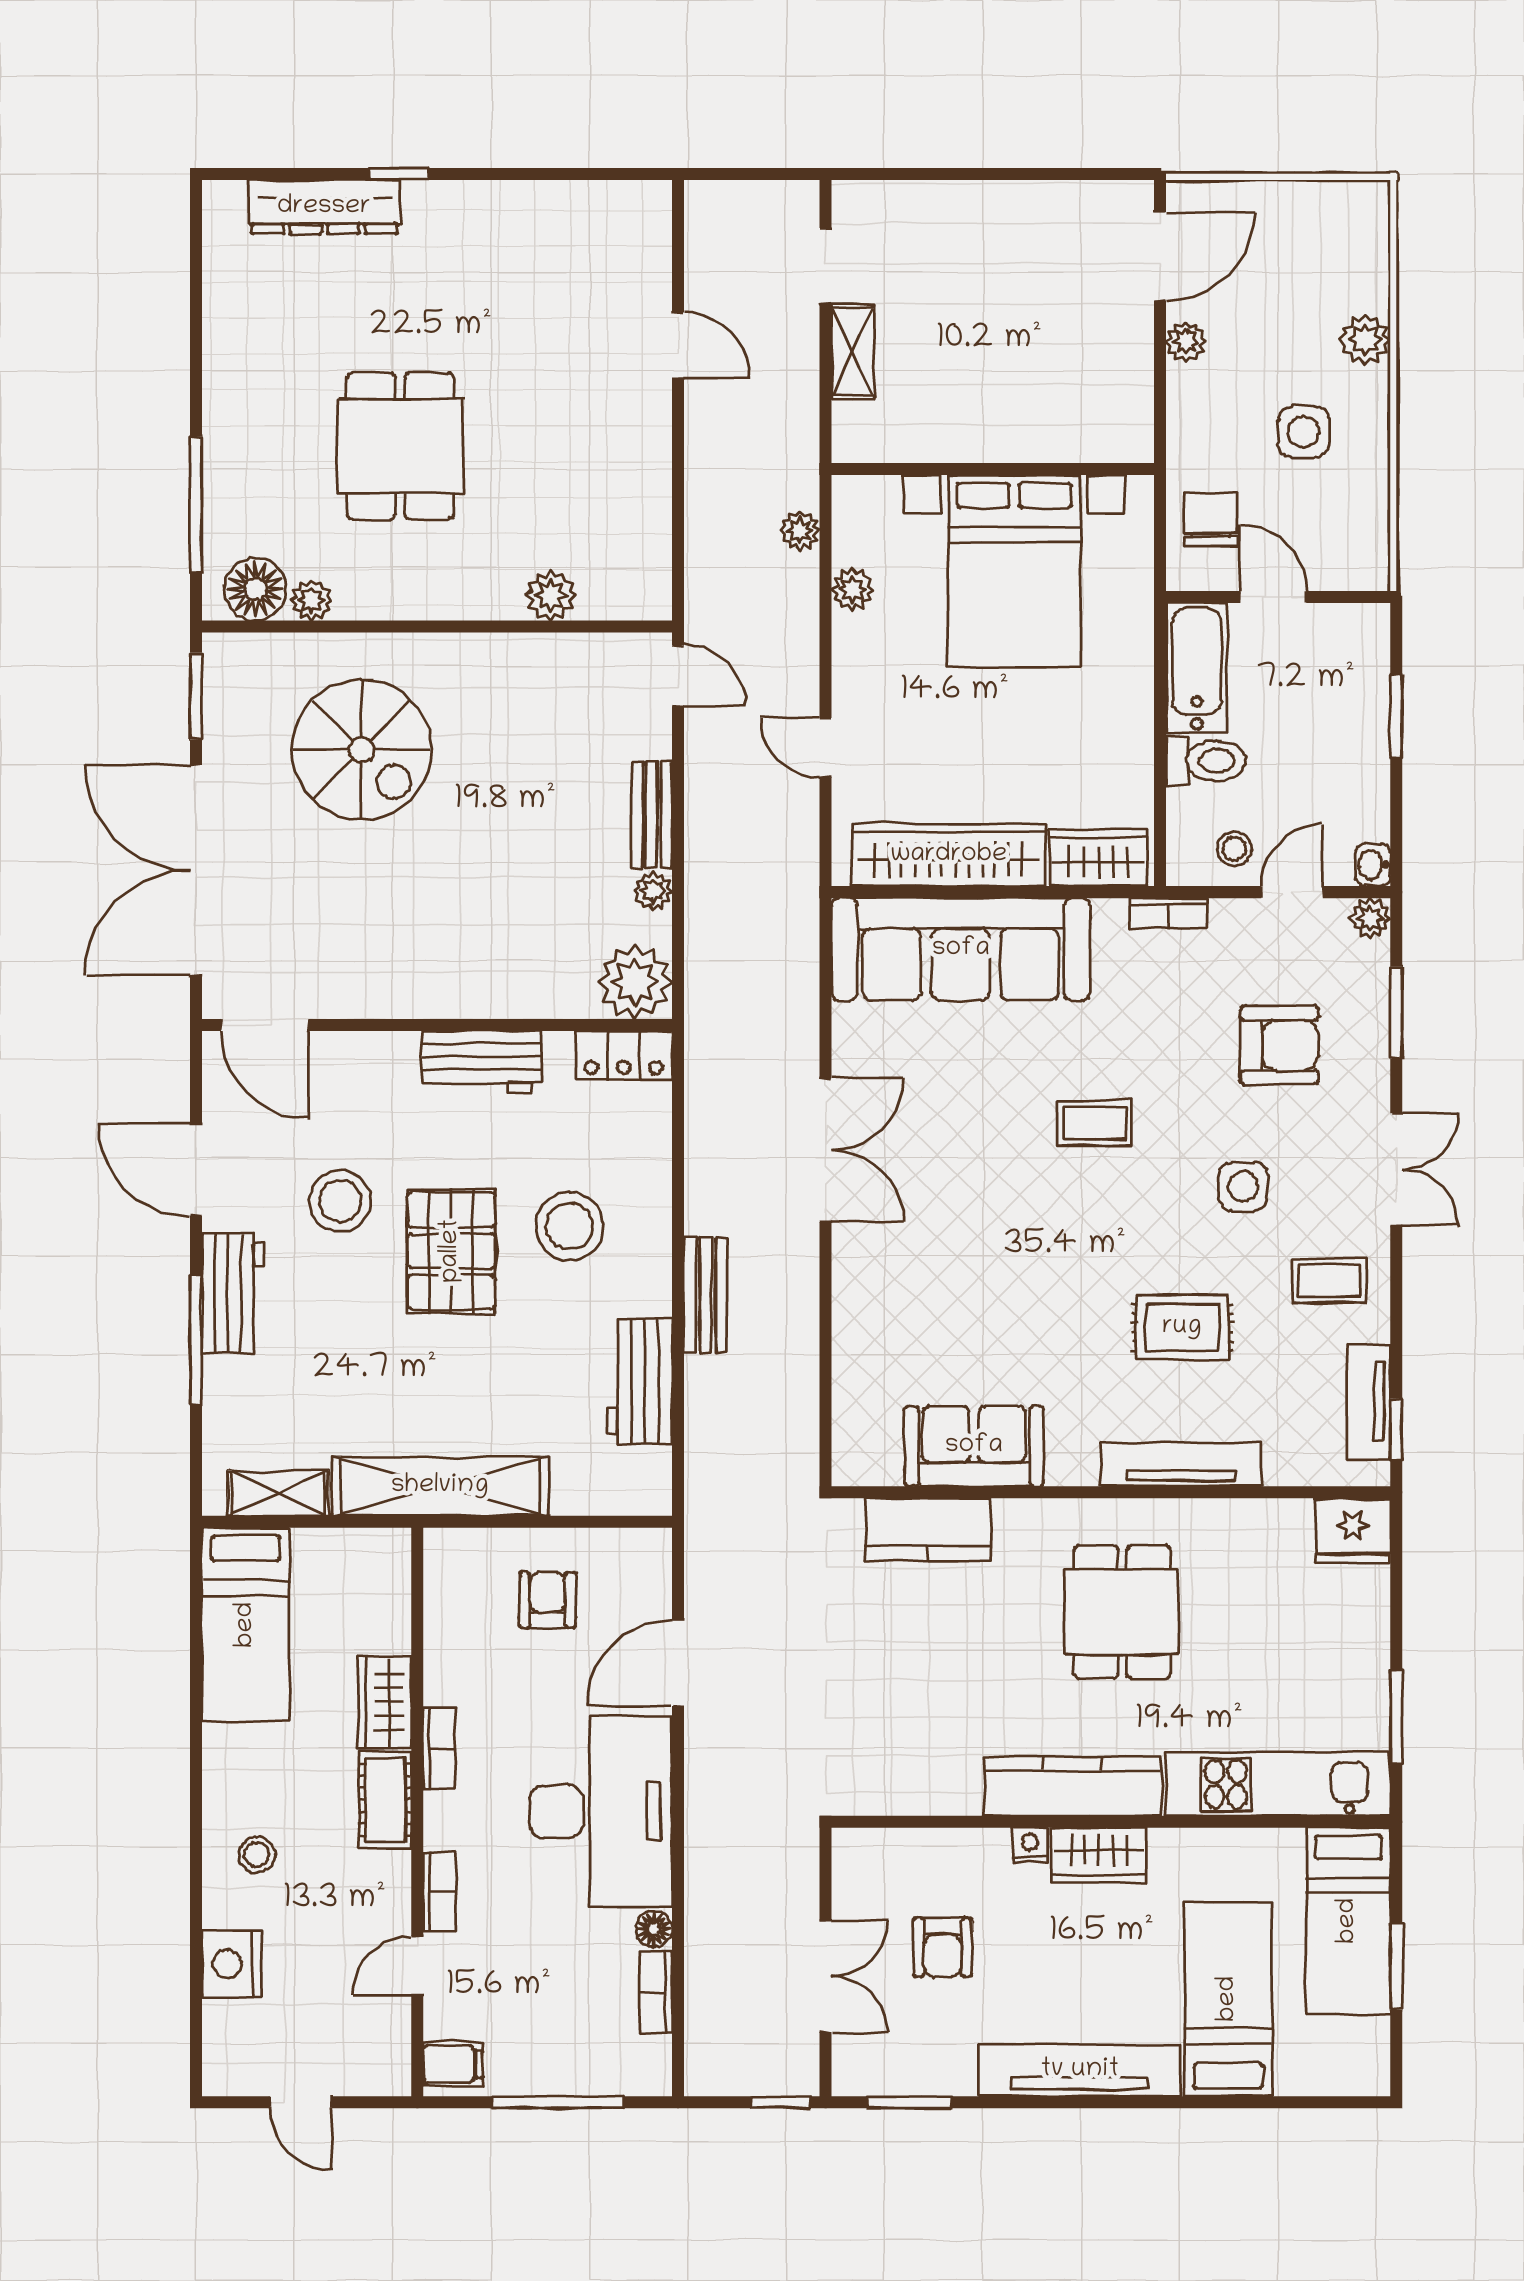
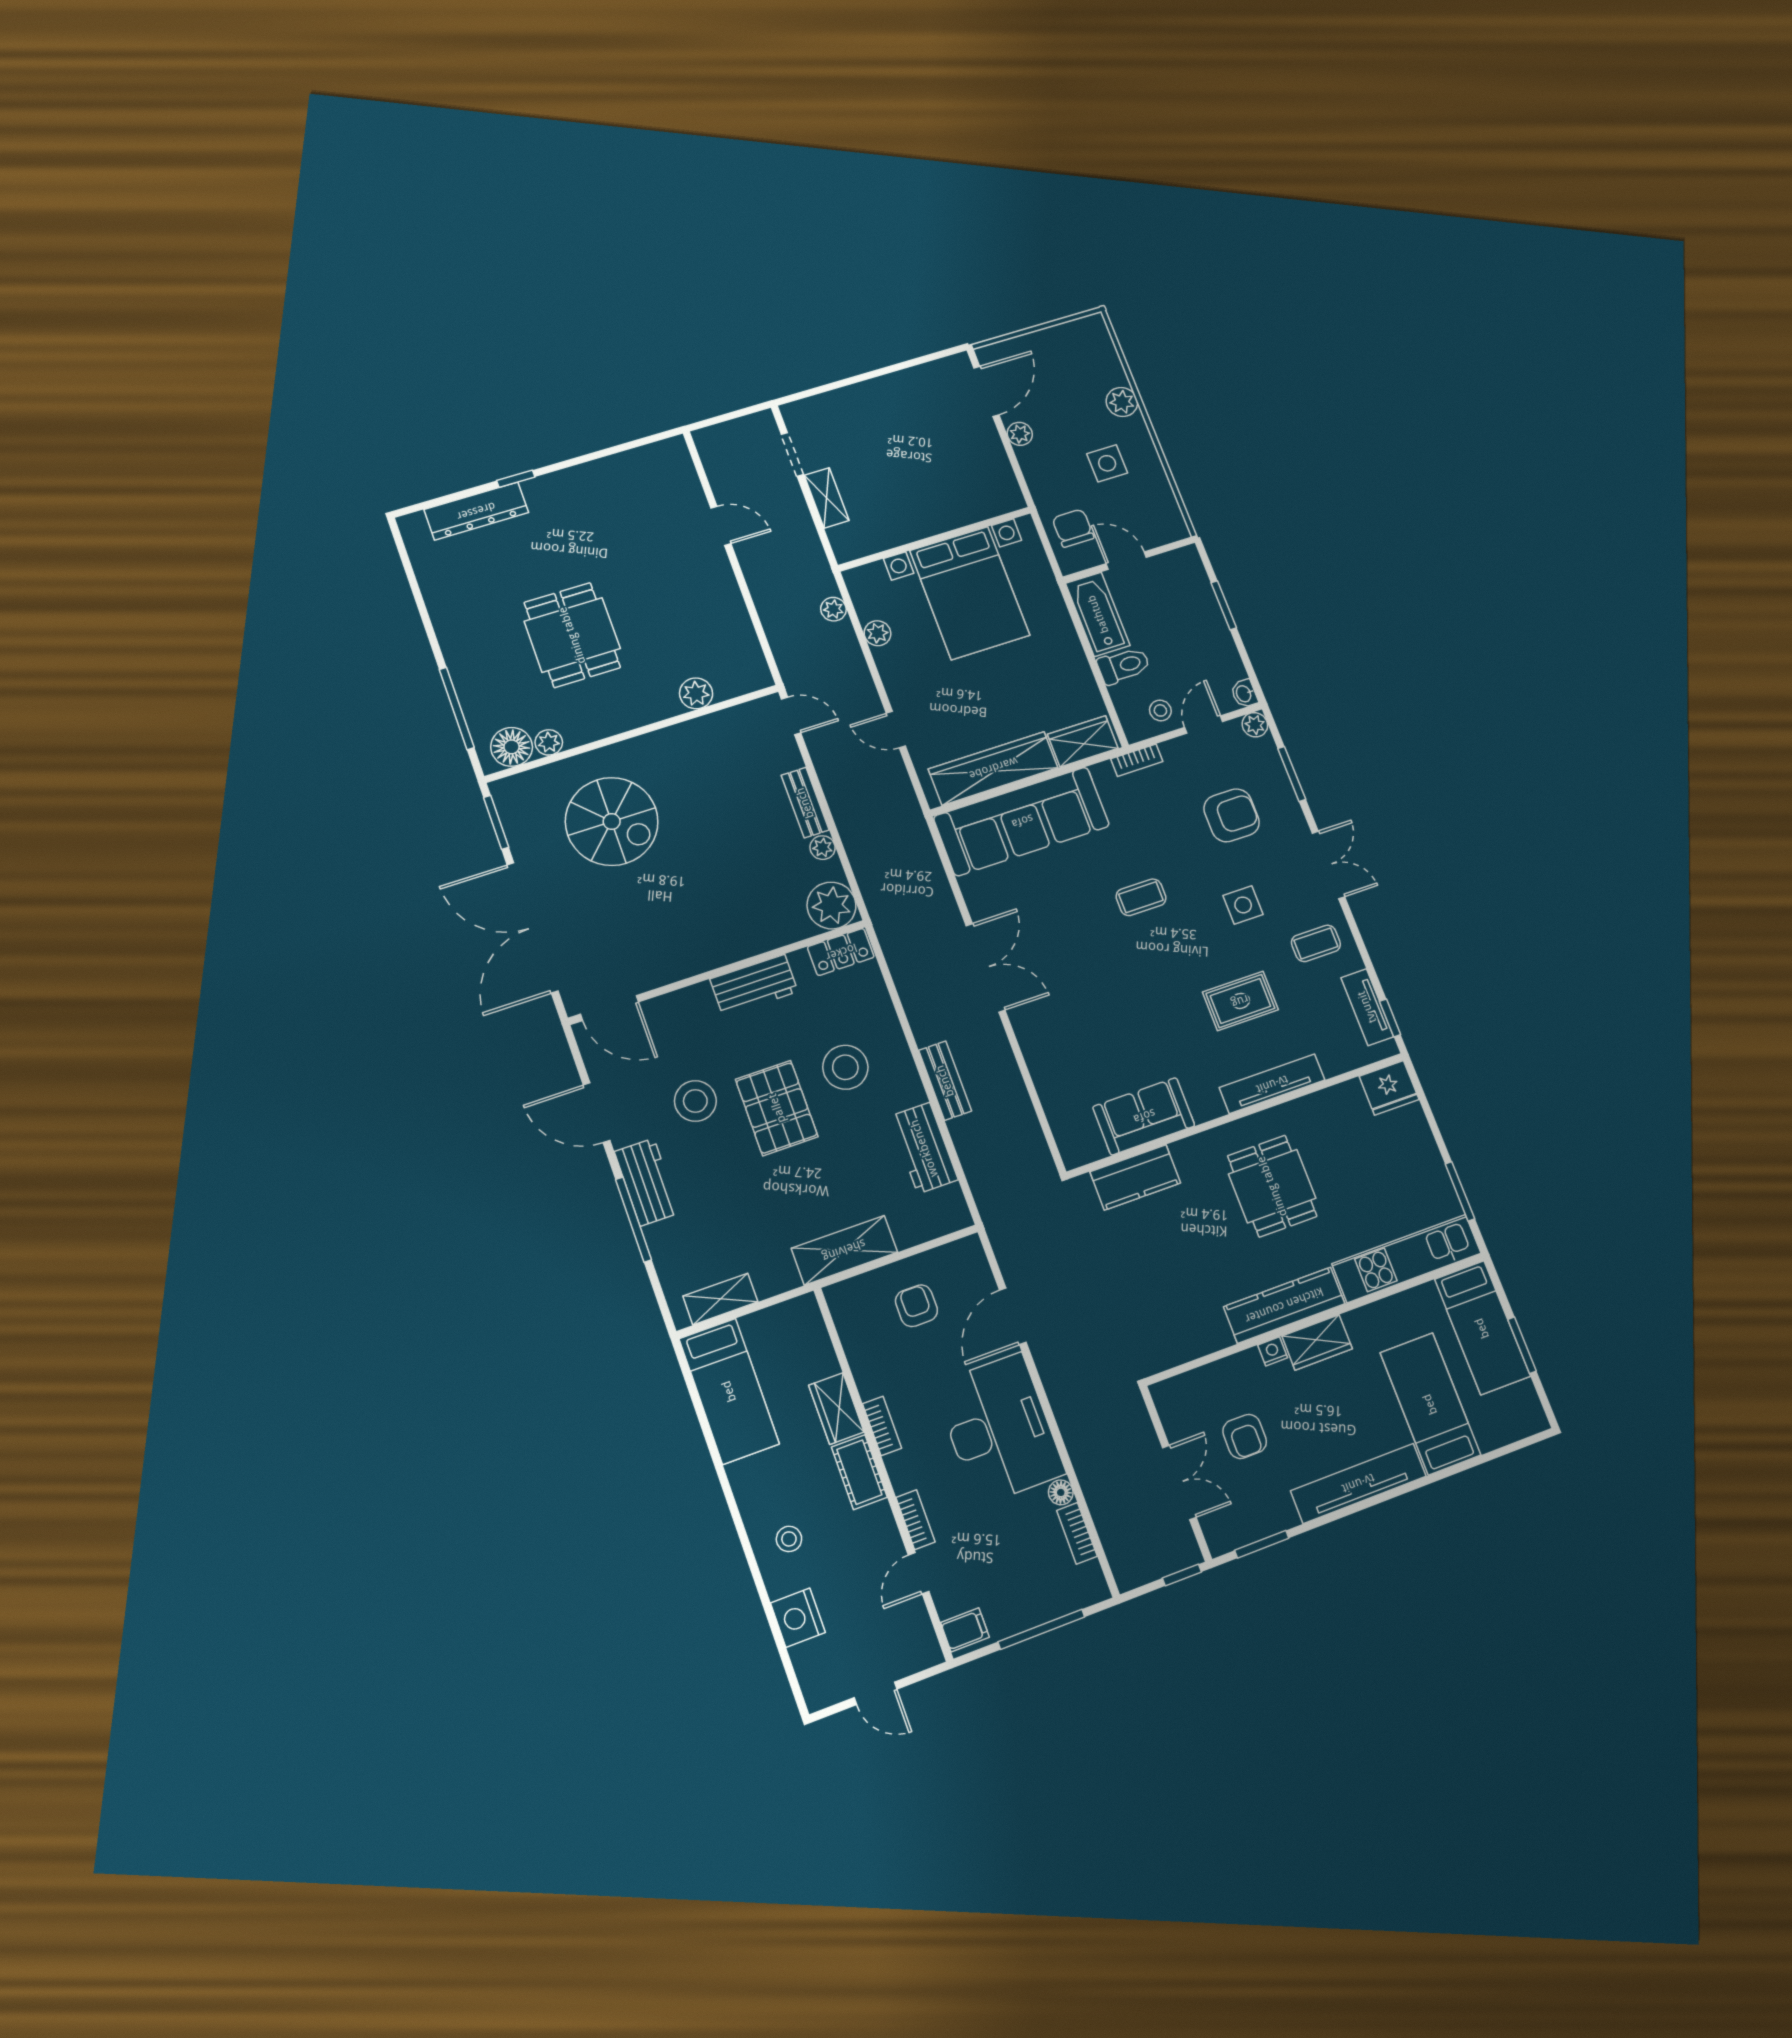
shelving: (440, 1486) -> (844, 1250), width x0.68

